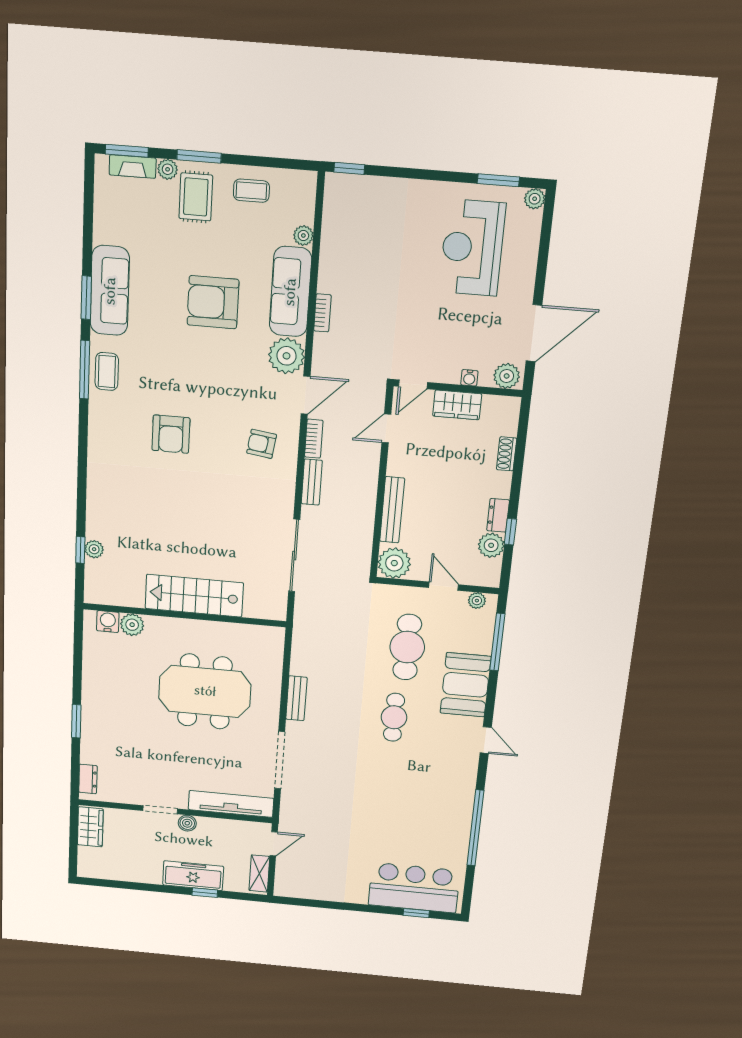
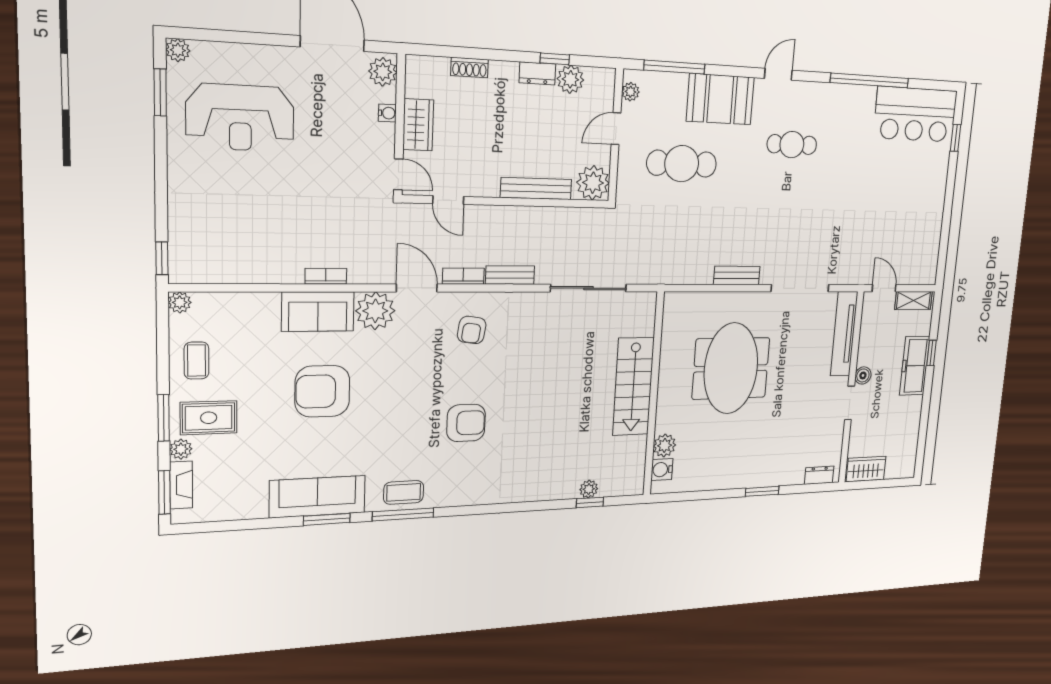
plant: (303, 236) -> (180, 302), moved
sofa: (290, 292) -> (318, 312), width x0.73
armchair: (213, 302) -> (322, 391), turned 90
cafe table: (394, 717) -> (792, 145), moved
bar counter: (414, 888) -> (915, 114), moved, turned -90

